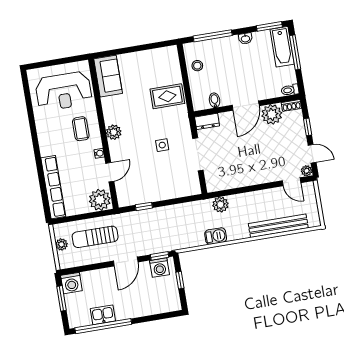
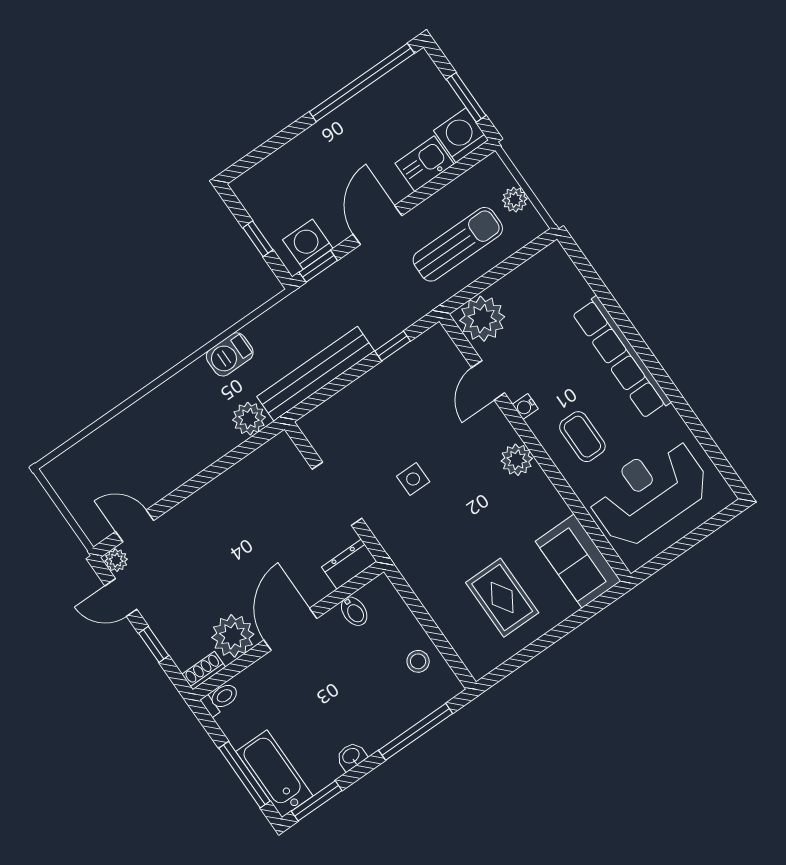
rug: (167, 96) -> (502, 598), moved, turned 90
row of seats: (53, 187) -> (621, 357), moved
bench: (278, 226) -> (316, 374), moved
kitchen sink: (103, 315) -> (425, 164), moved, turned 180

